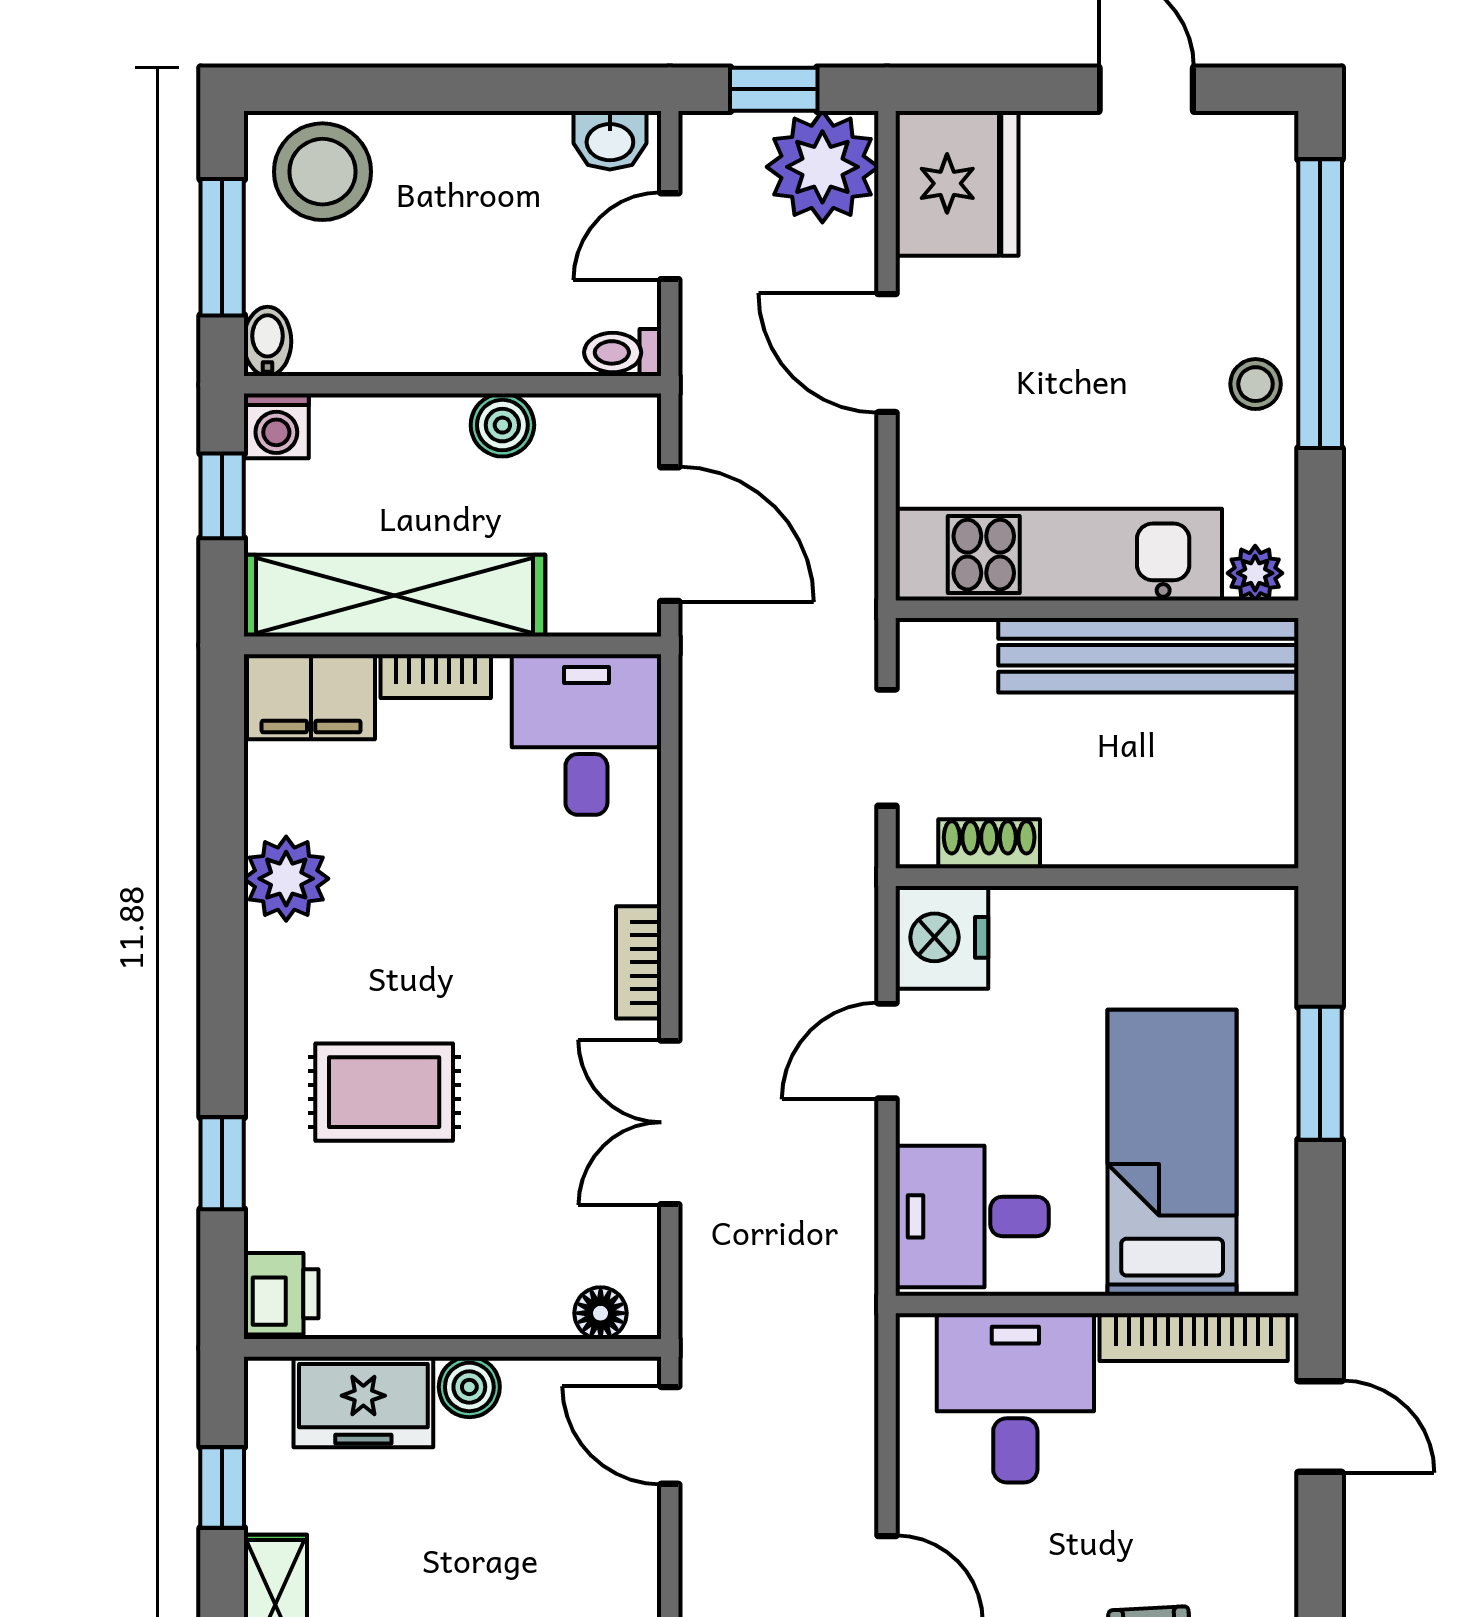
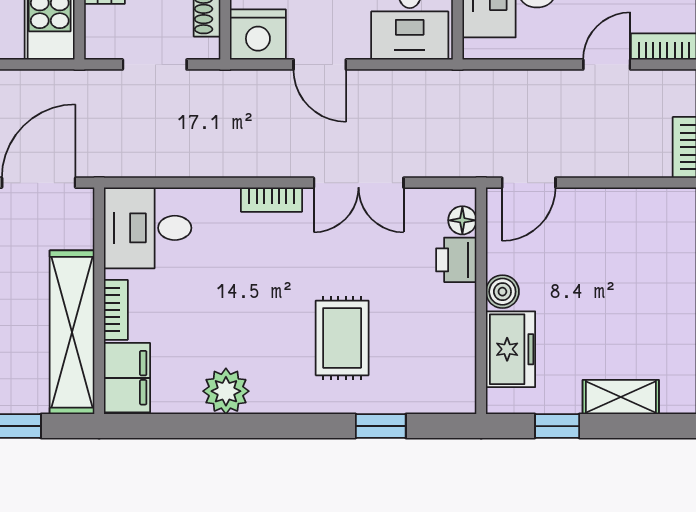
printer: (281, 1294) -> (456, 260), moved, turned -90

